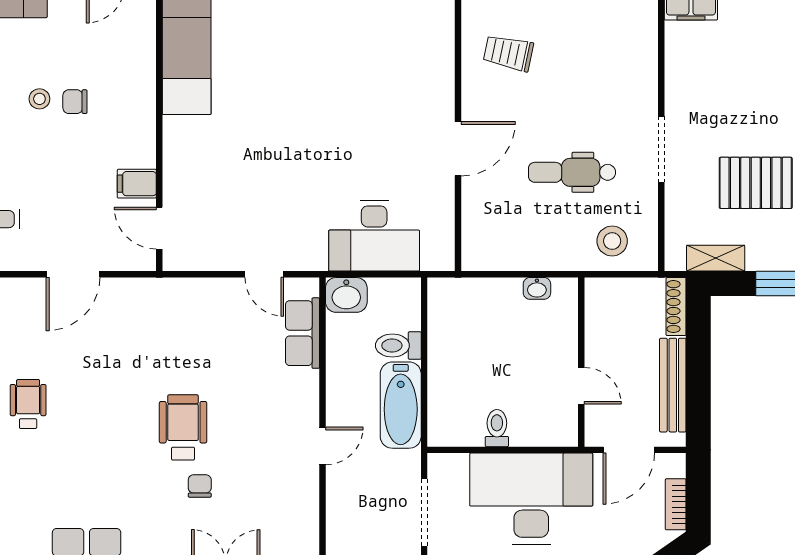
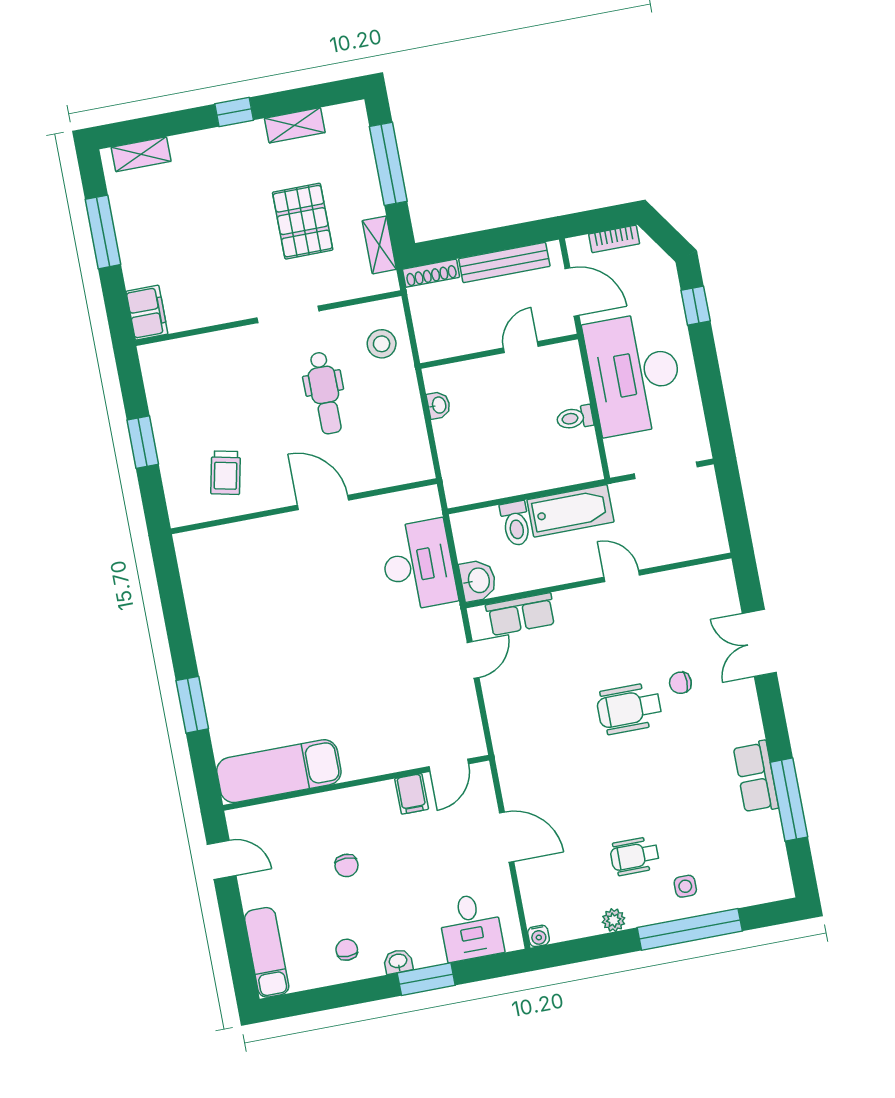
stool: (39, 99) -> (350, 899), removed

